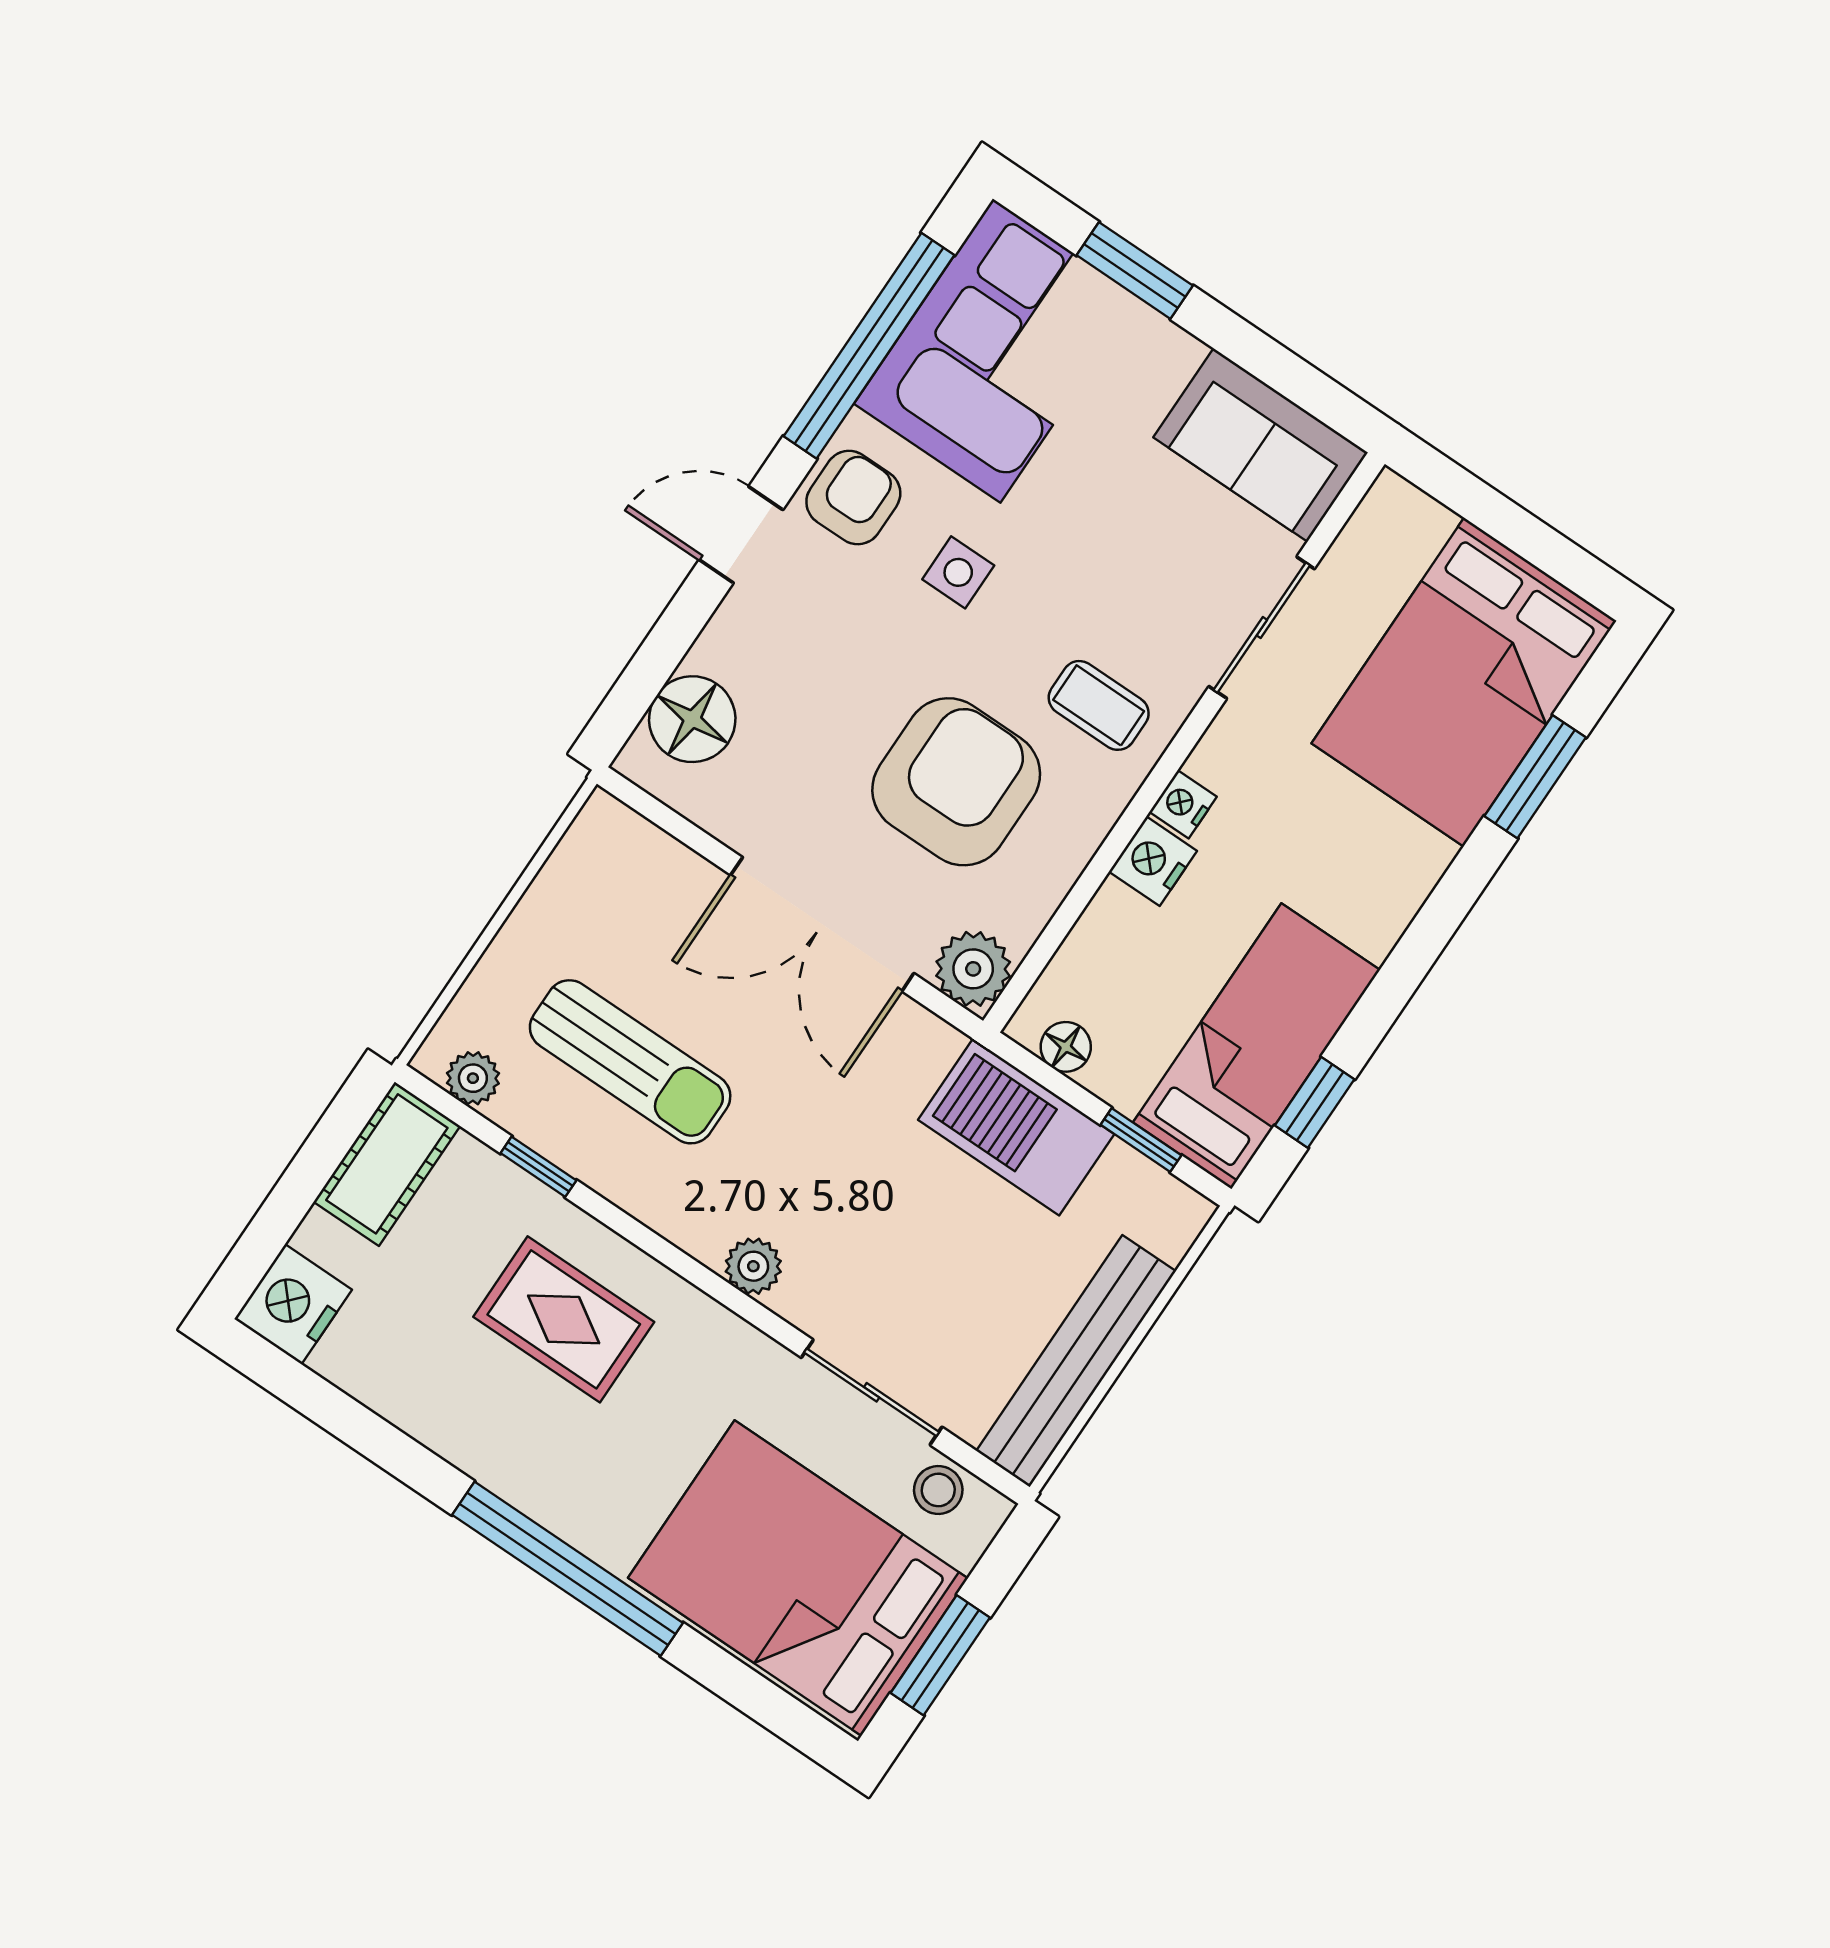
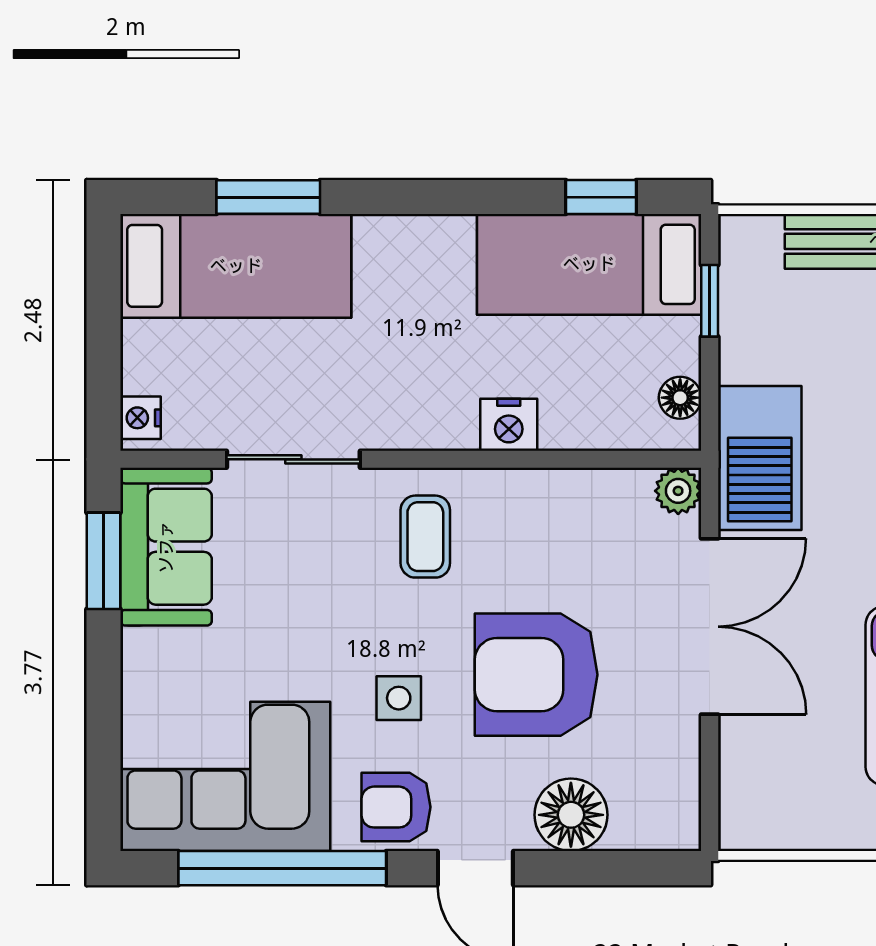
window: (1135, 270) -> (103, 561), moved
bed: (1464, 682) -> (236, 266), width x0.67
floor lamp: (692, 719) -> (571, 815), moved
armchair: (956, 782) -> (536, 675), moved
nightstand: (1183, 804) -> (141, 418), moved, turned 90
plant: (973, 969) -> (678, 491), width x0.73, depth x0.73
barbecue: (1016, 1127) -> (760, 458), moved

